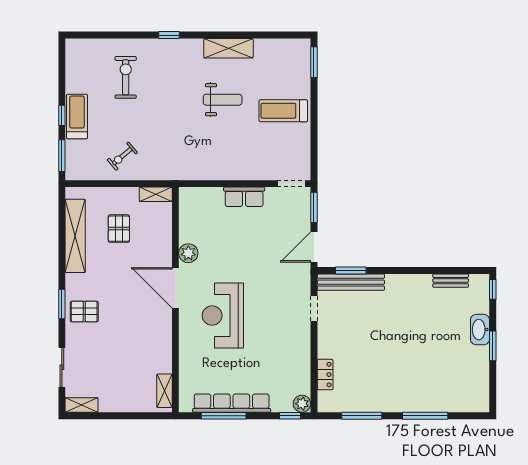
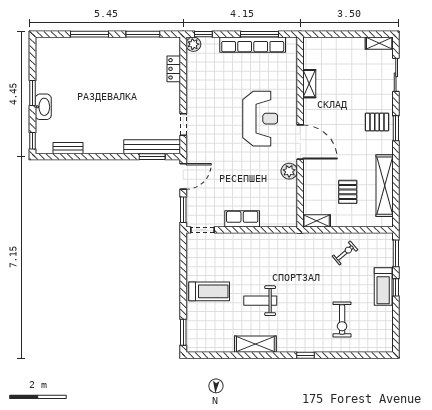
shelving: (164, 391) -> (309, 84), moved

